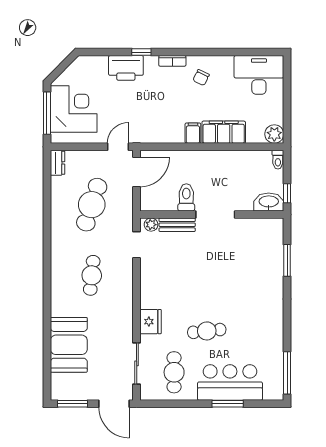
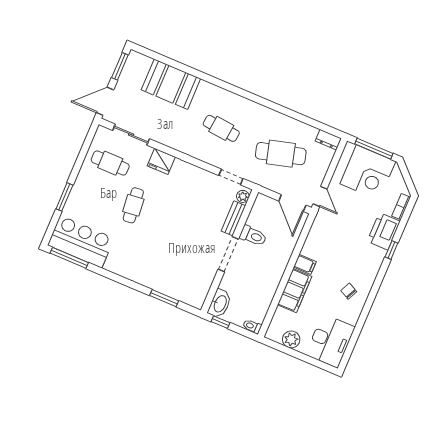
bookcase: (172, 61) -> (401, 207), moved
plant: (274, 134) -> (291, 339), moved
cafe table: (92, 205) -> (281, 154), turned -33
bar counter: (230, 383) -> (81, 242), moved, turned -90

